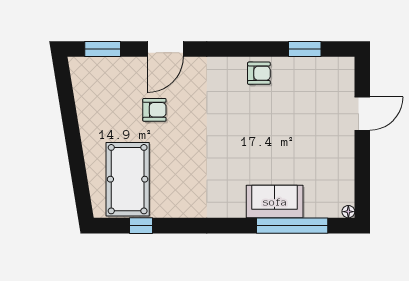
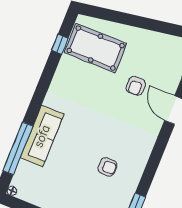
armchair: (259, 73) -> (107, 167), moved, turned -90
sofa: (275, 202) -> (42, 136), width x1.36

